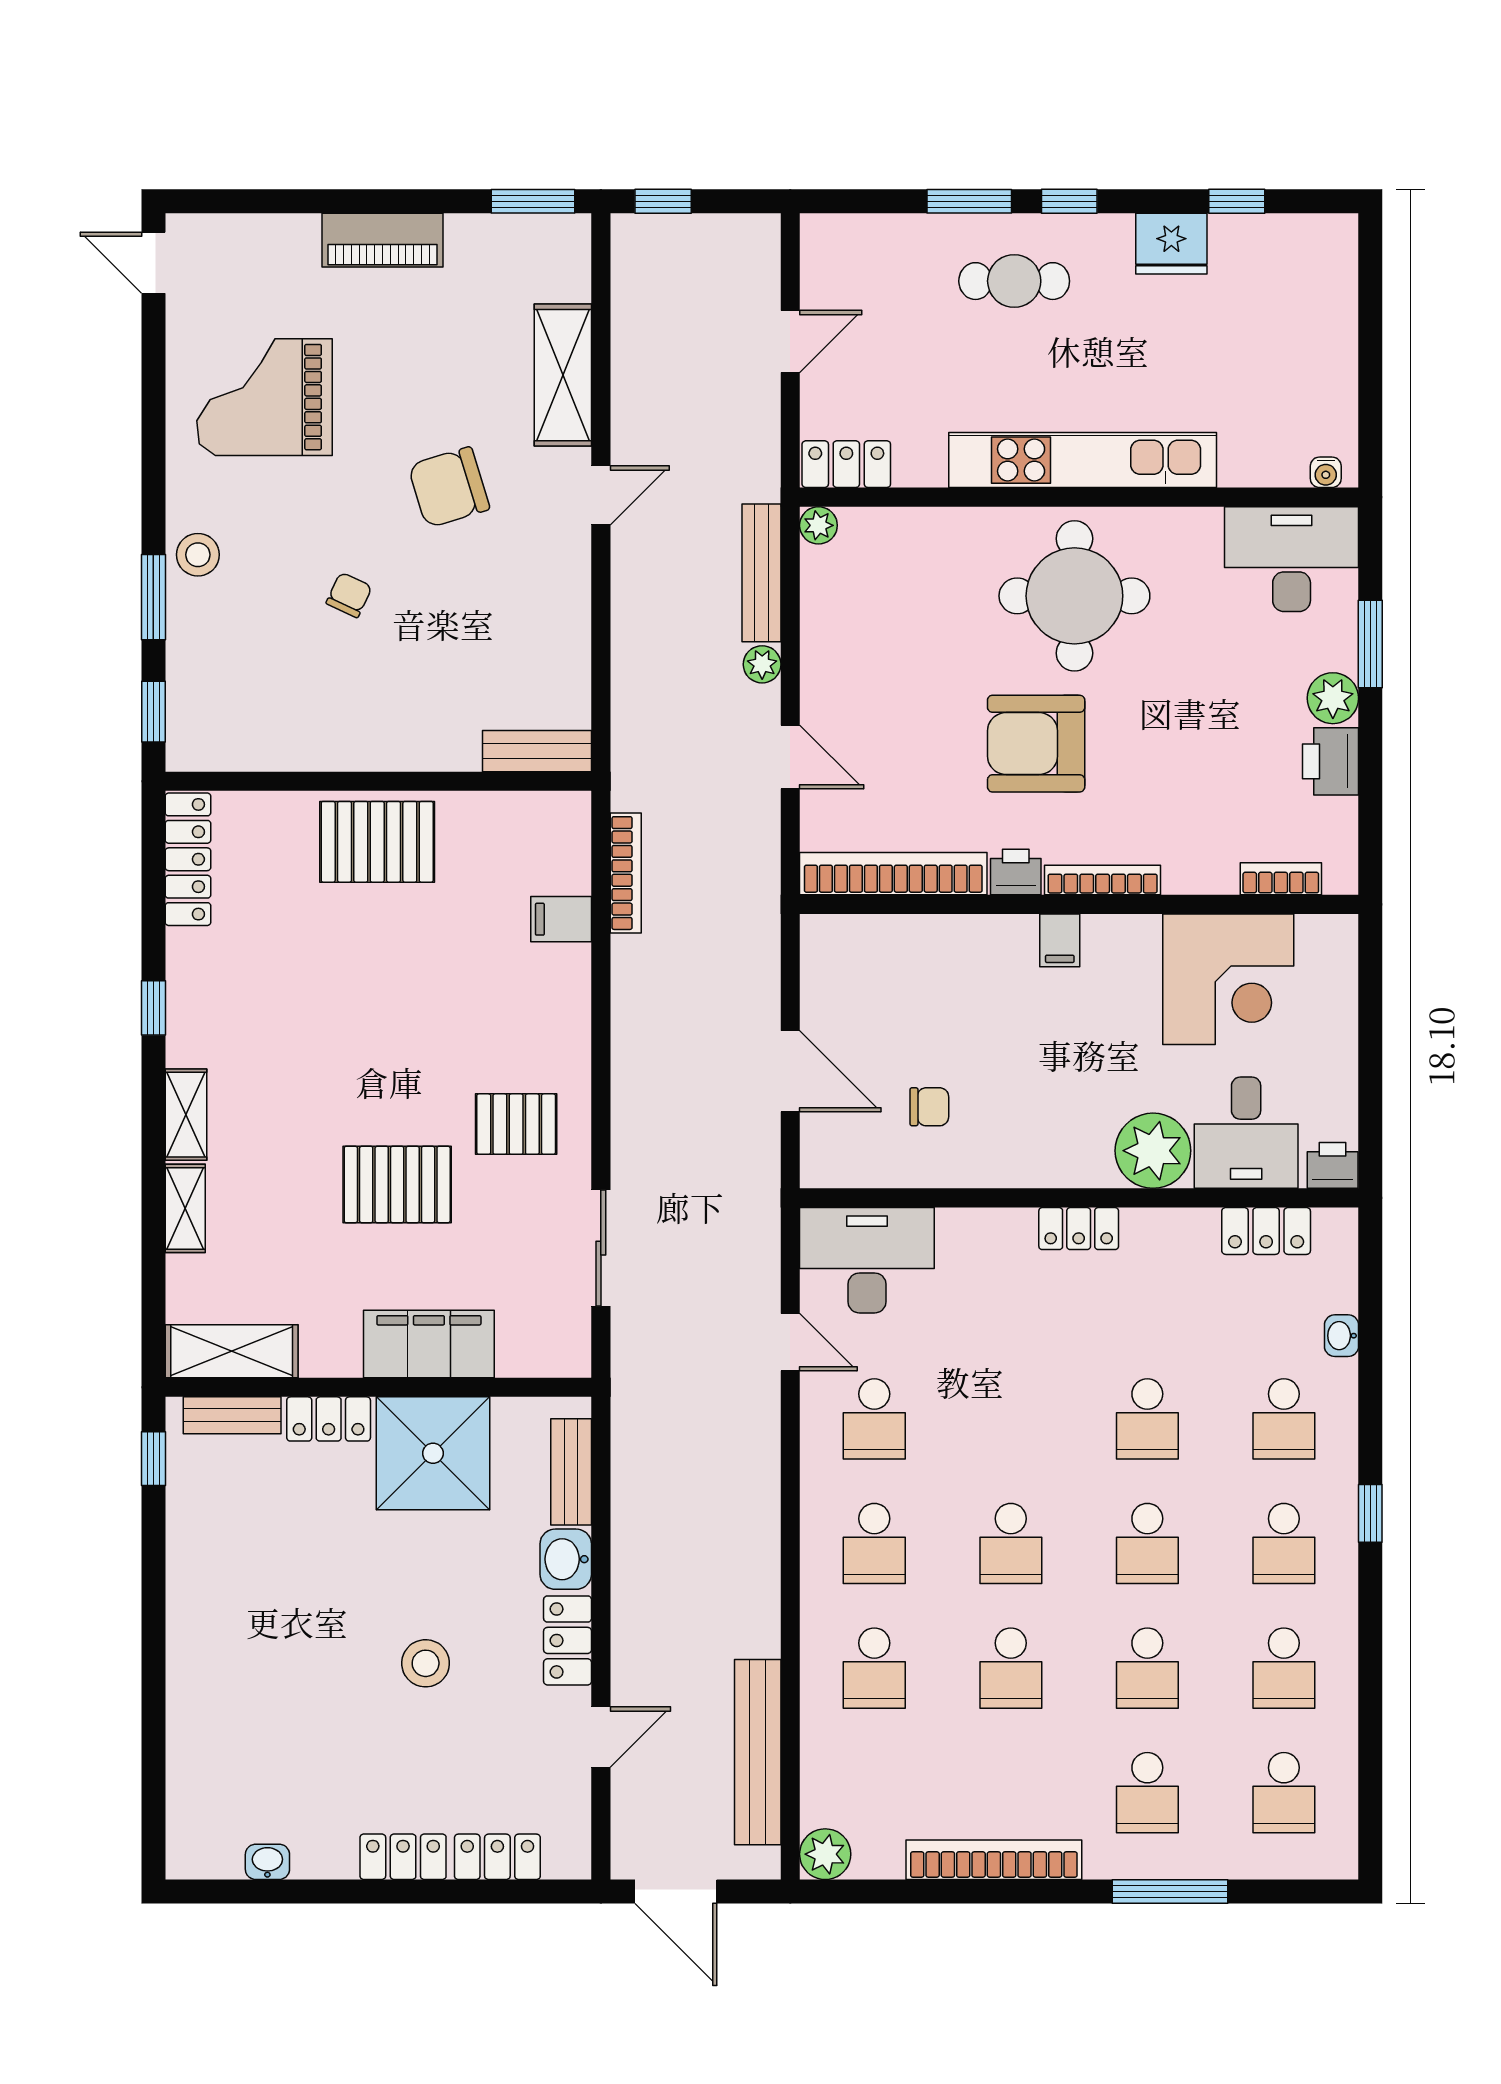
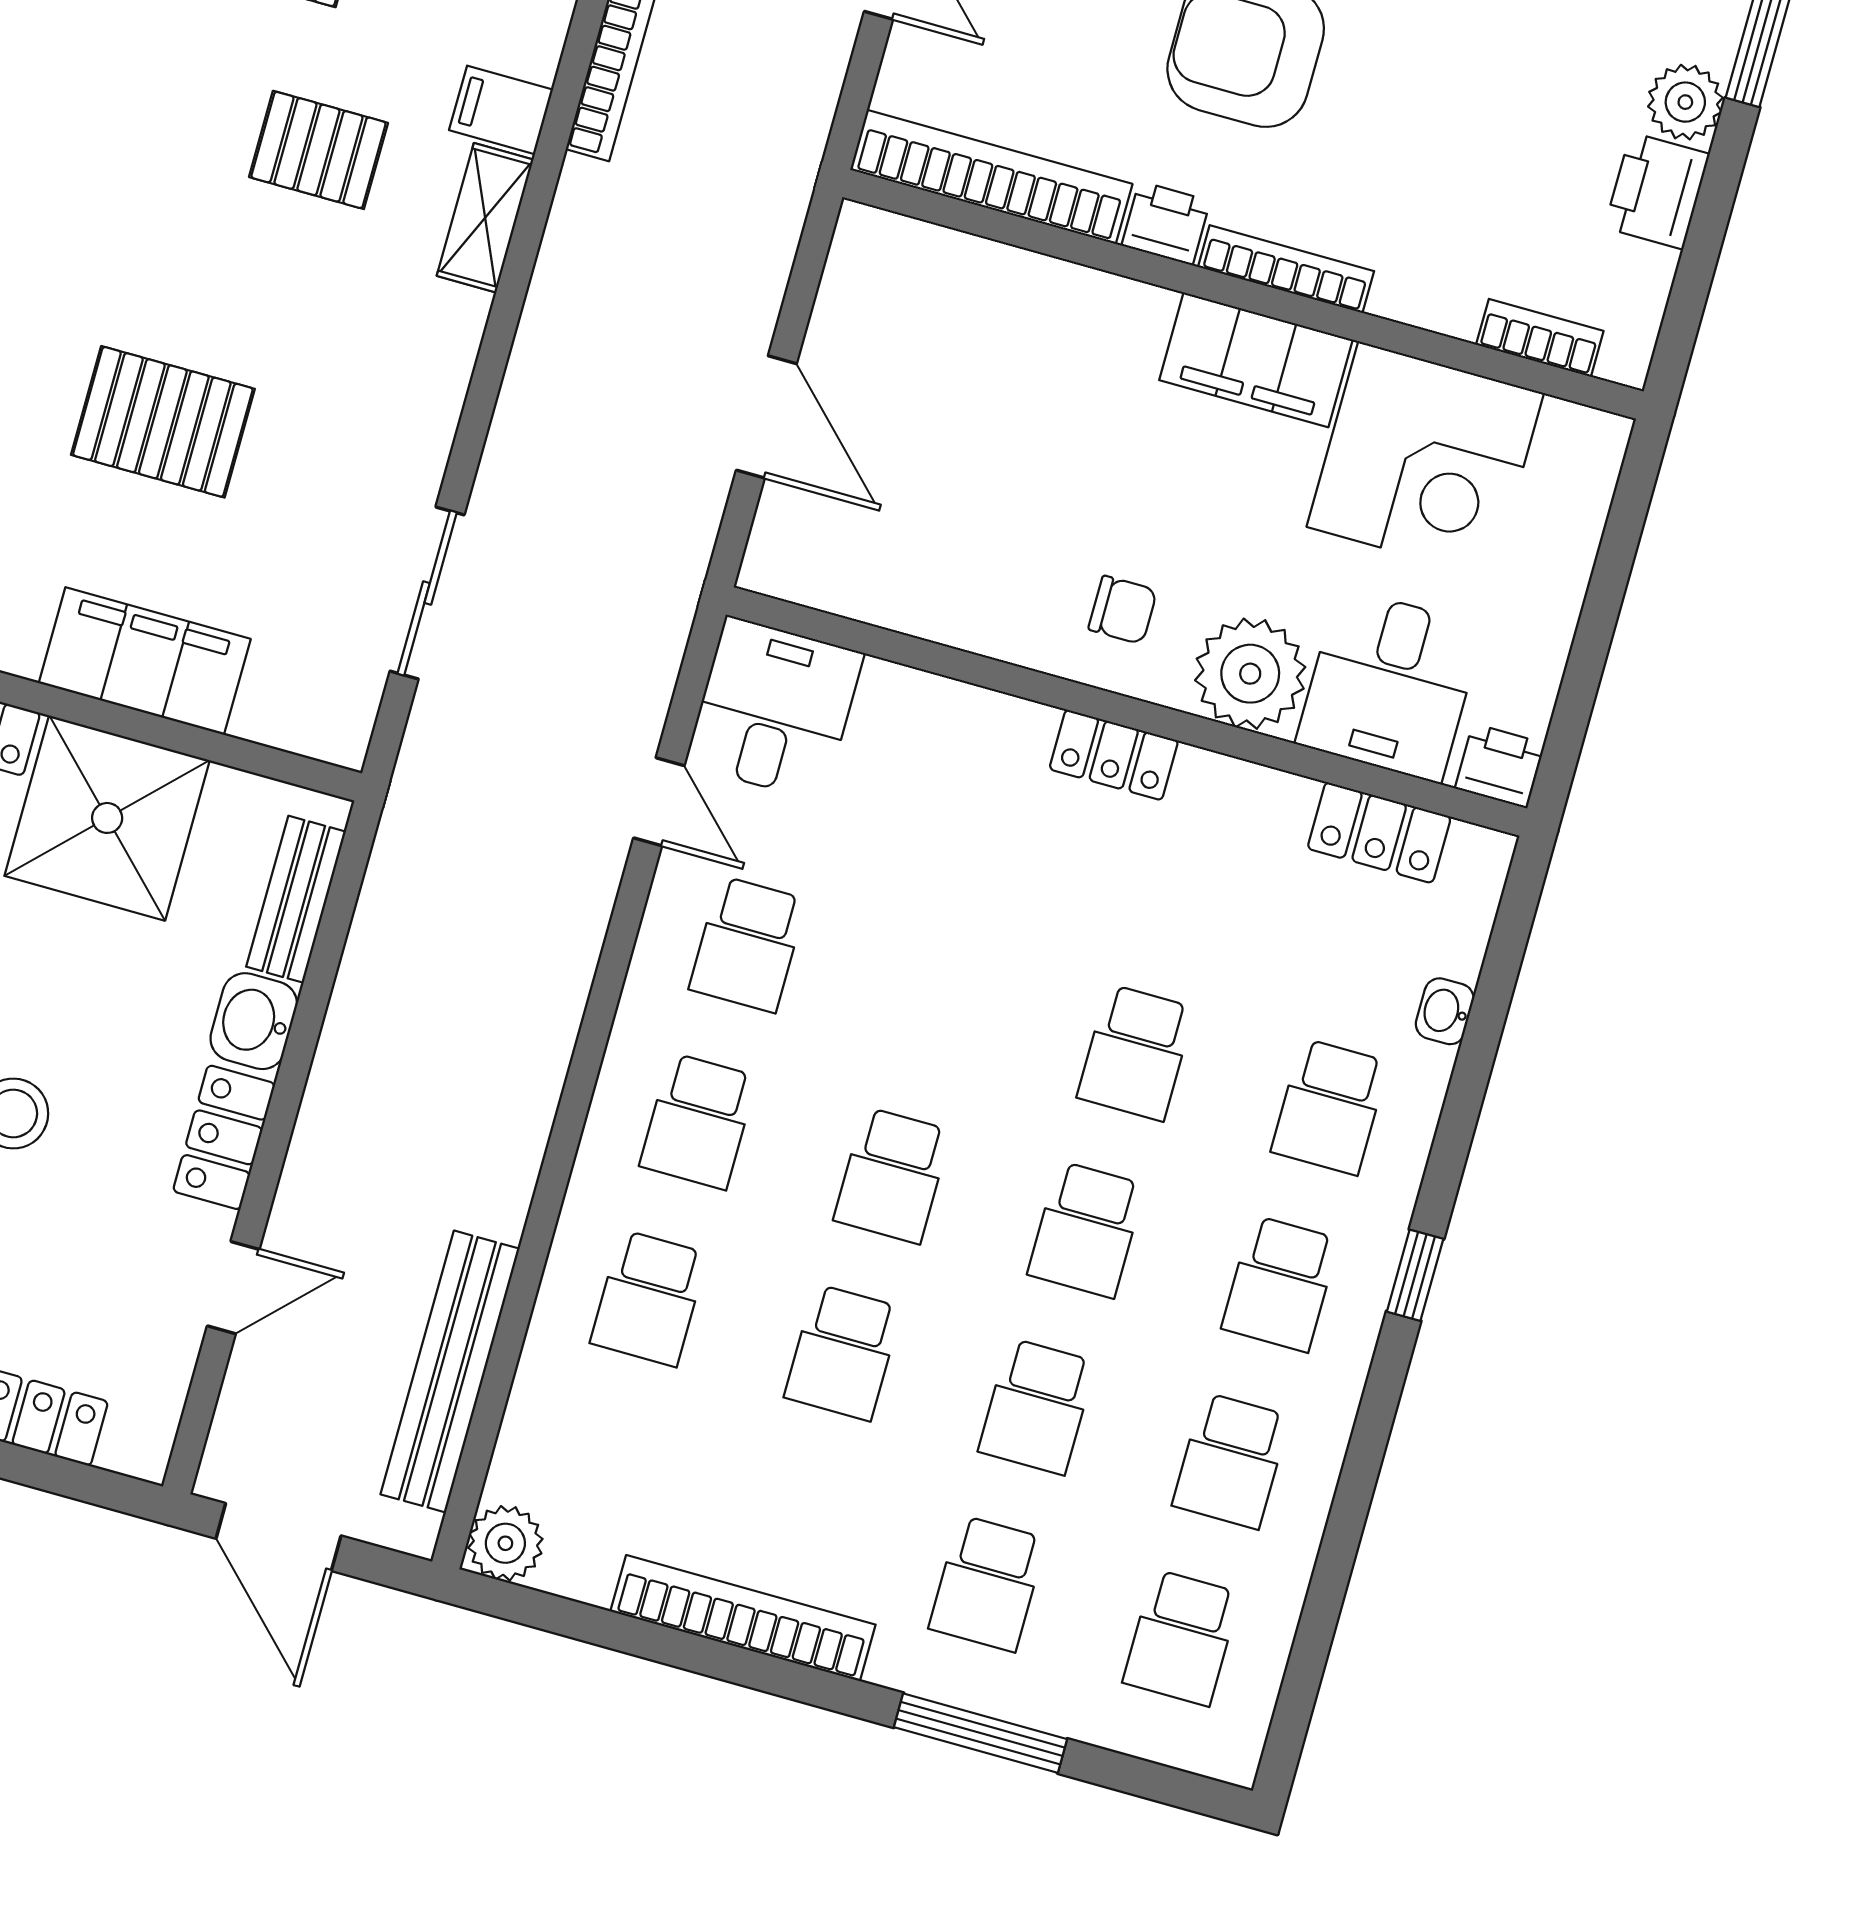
filing cabinet: (1060, 940) -> (1256, 360), width x3.00, depth x1.17
shelving: (570, 992) -> (485, 218), added
chair: (929, 1107) -> (1123, 610), moved
pallet: (516, 1124) -> (318, 150), moved
desk: (867, 1260) -> (774, 709), width x0.73

